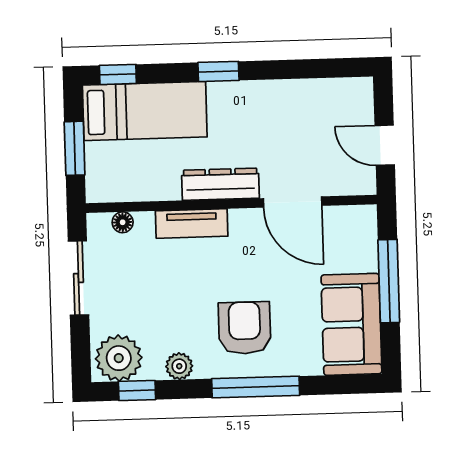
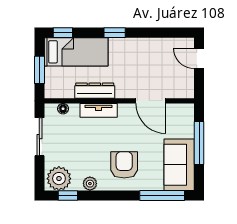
door: (385, 145) -> (199, 58), moved
dresser: (220, 184) -> (95, 91), moved
window: (256, 387) -> (162, 195), moved

